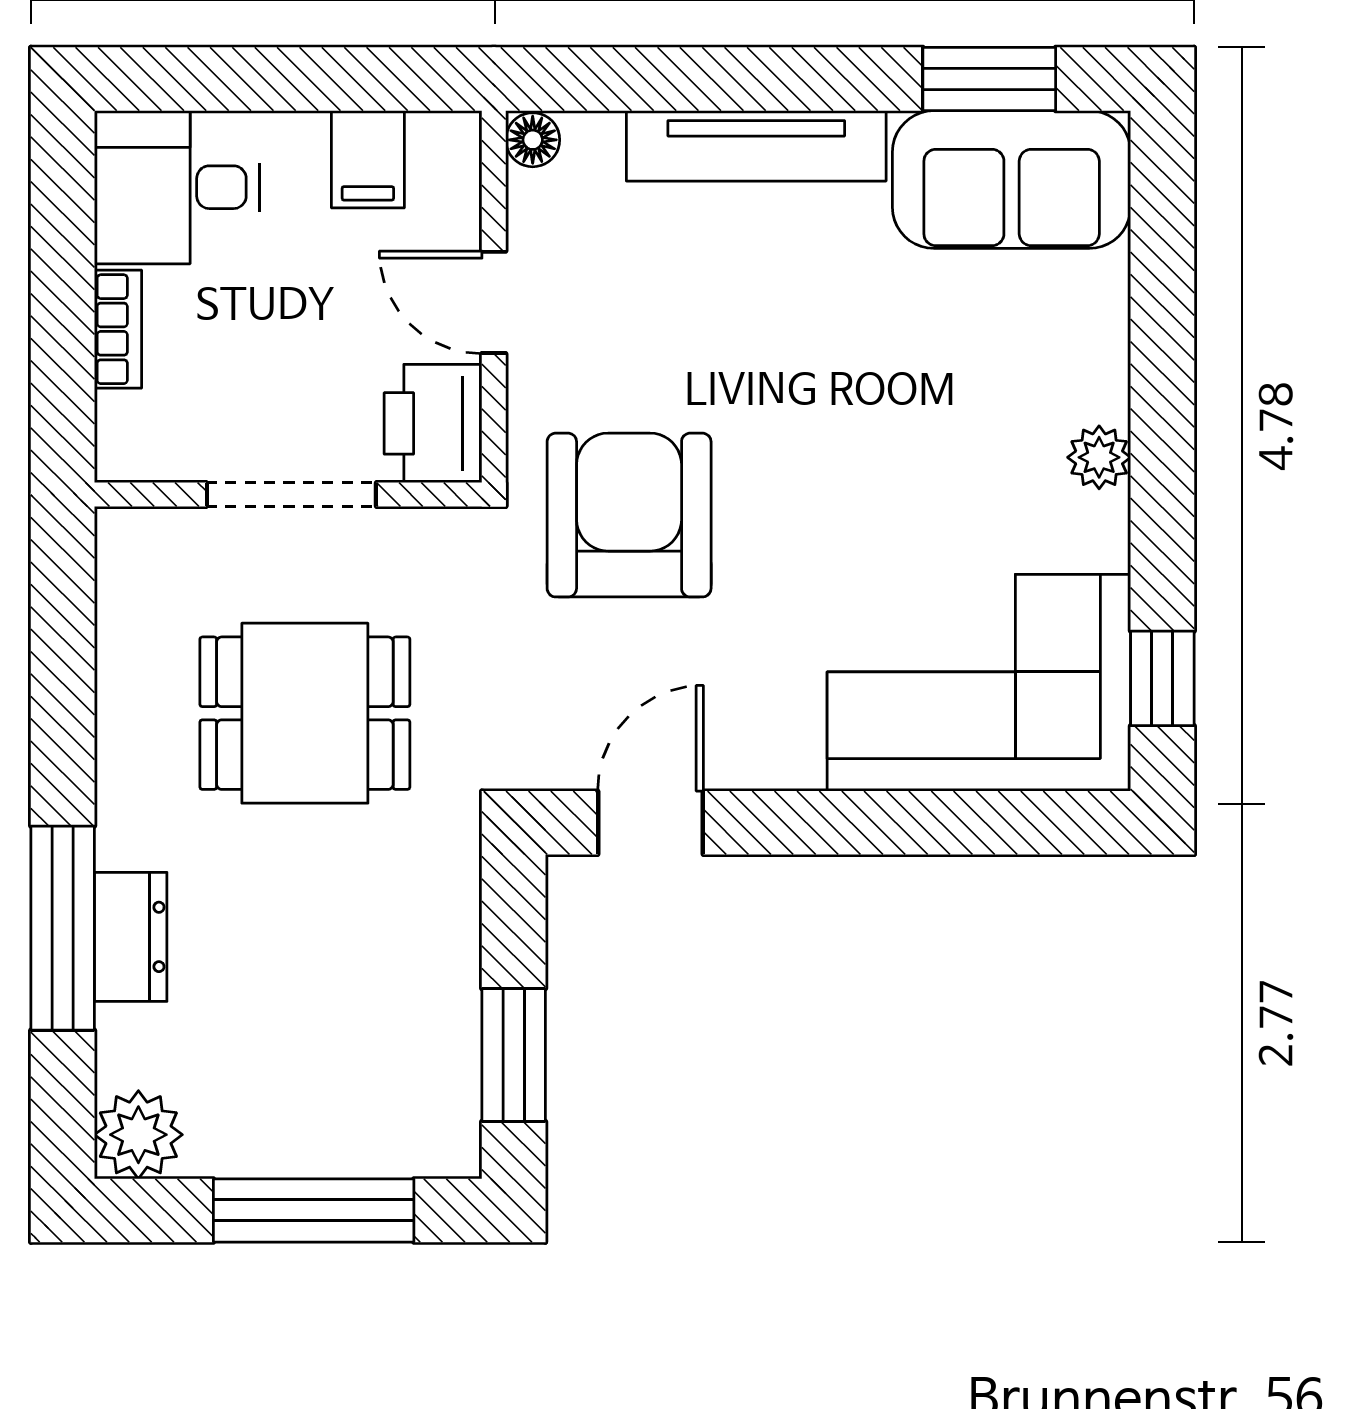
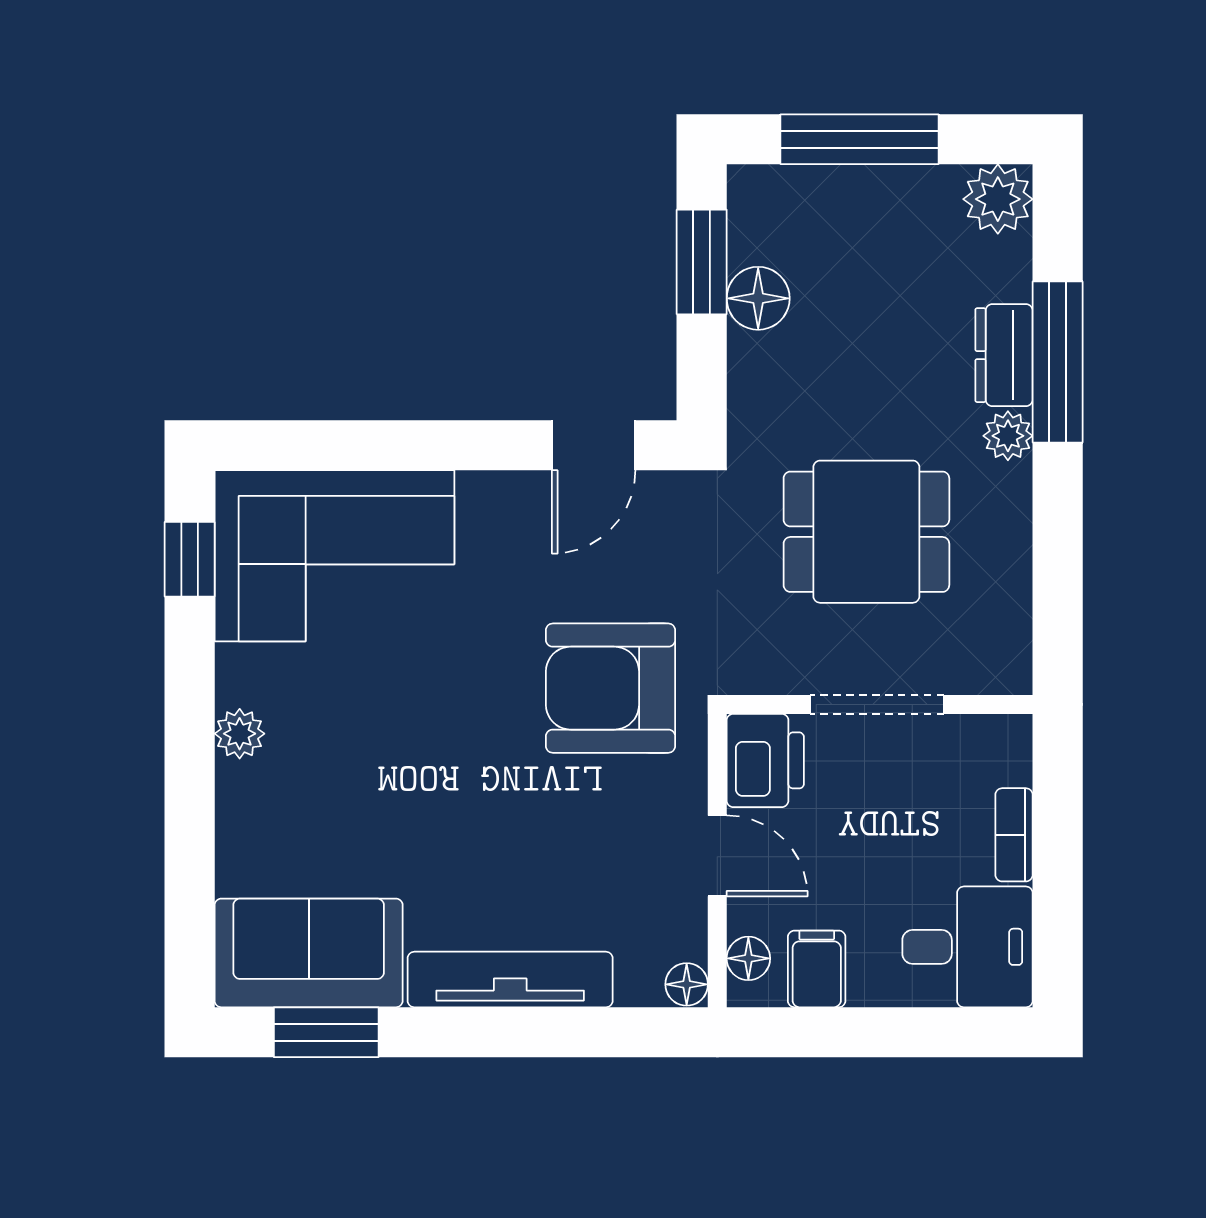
floor lamp: (454, 173) -> (748, 958), added
armchair: (629, 515) -> (611, 688), turned 90
plant: (126, 835) -> (1008, 436), added
floor lamp: (442, 1009) -> (758, 298), added

